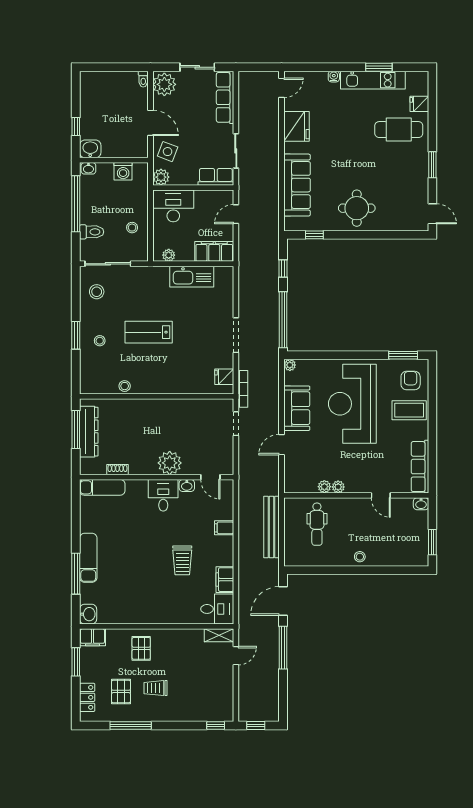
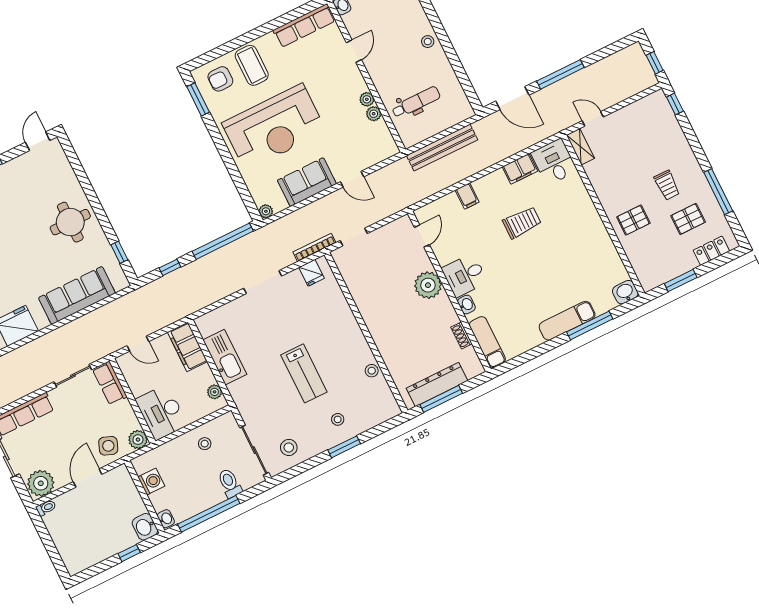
washbasin: (187, 486) -> (466, 304), moved
filing cabinet: (92, 637) -> (647, 276), removed

